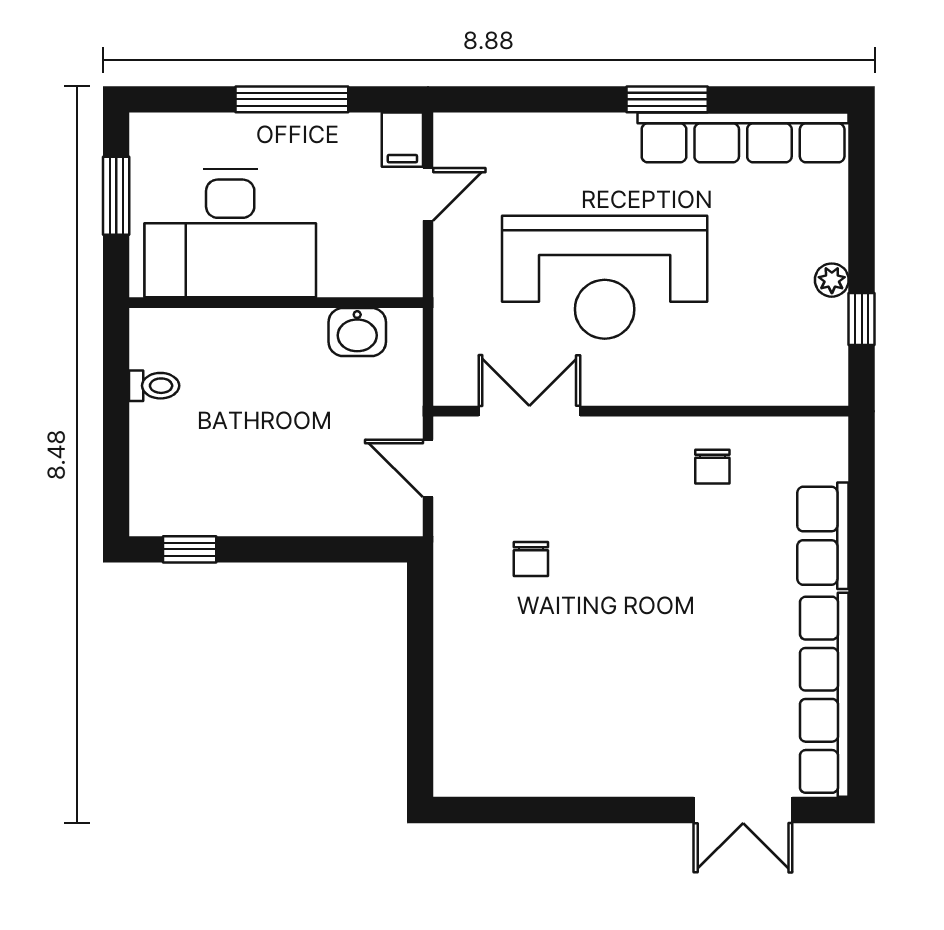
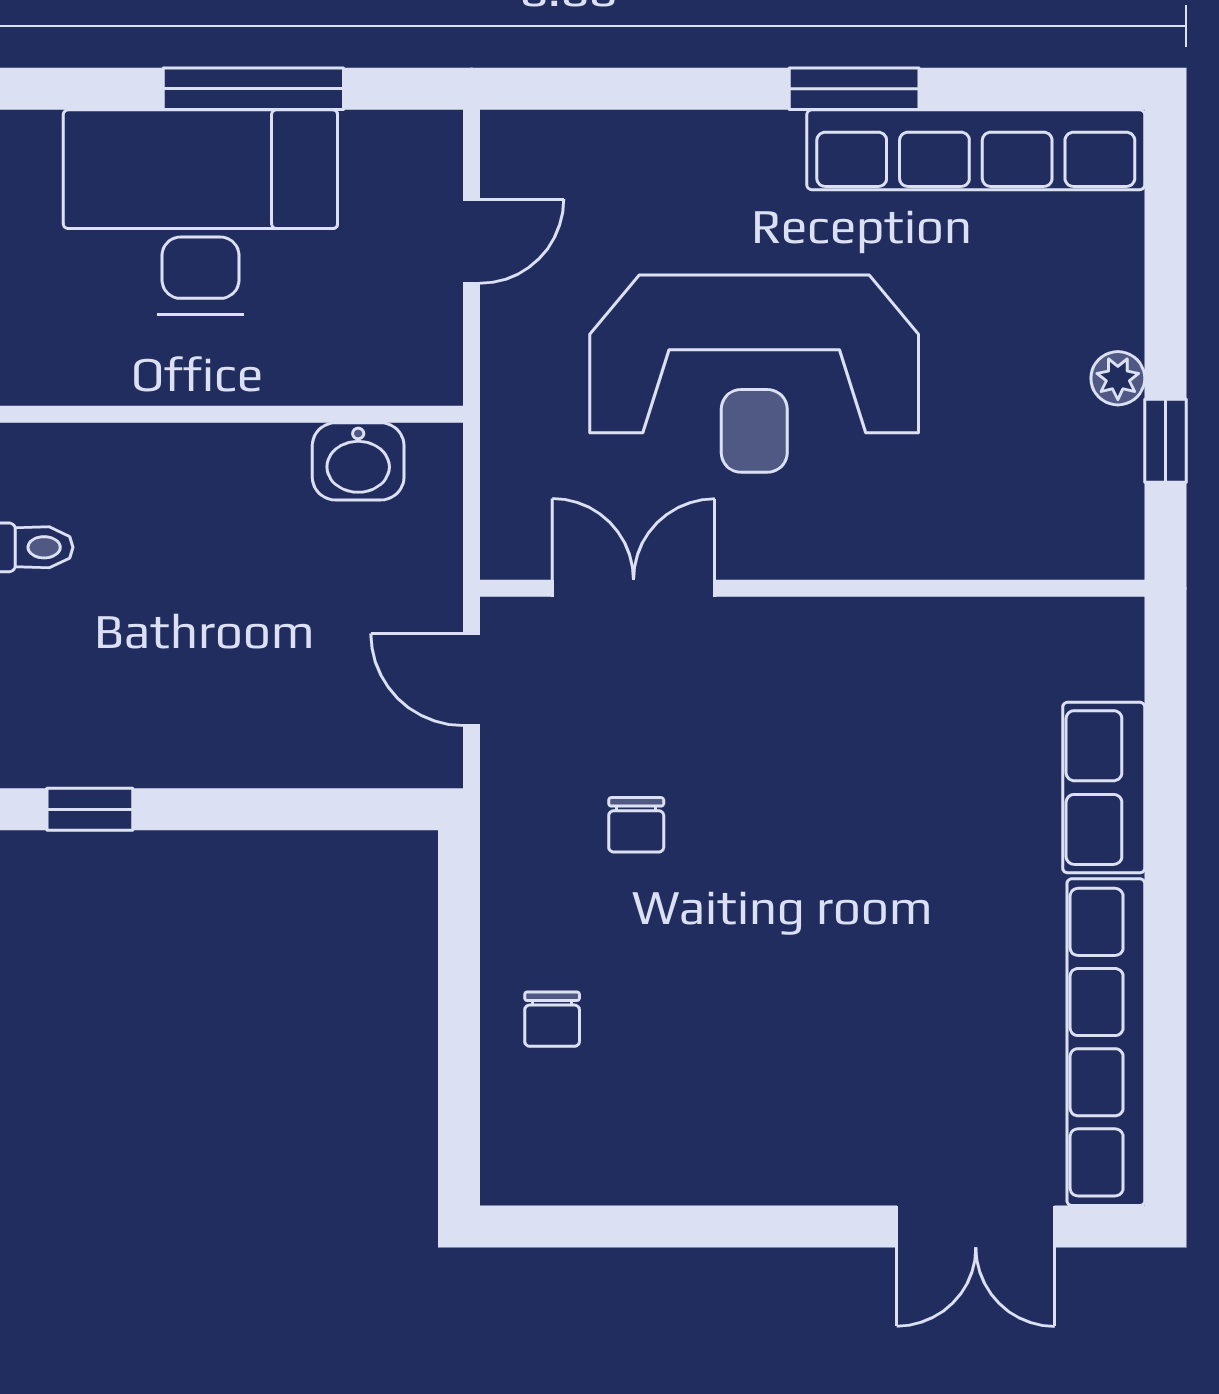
filing cabinet: (402, 140) -> (430, 153), removed
desk: (230, 233) -> (200, 212), moved, turned 180
chair: (712, 467) -> (552, 1019), moved

